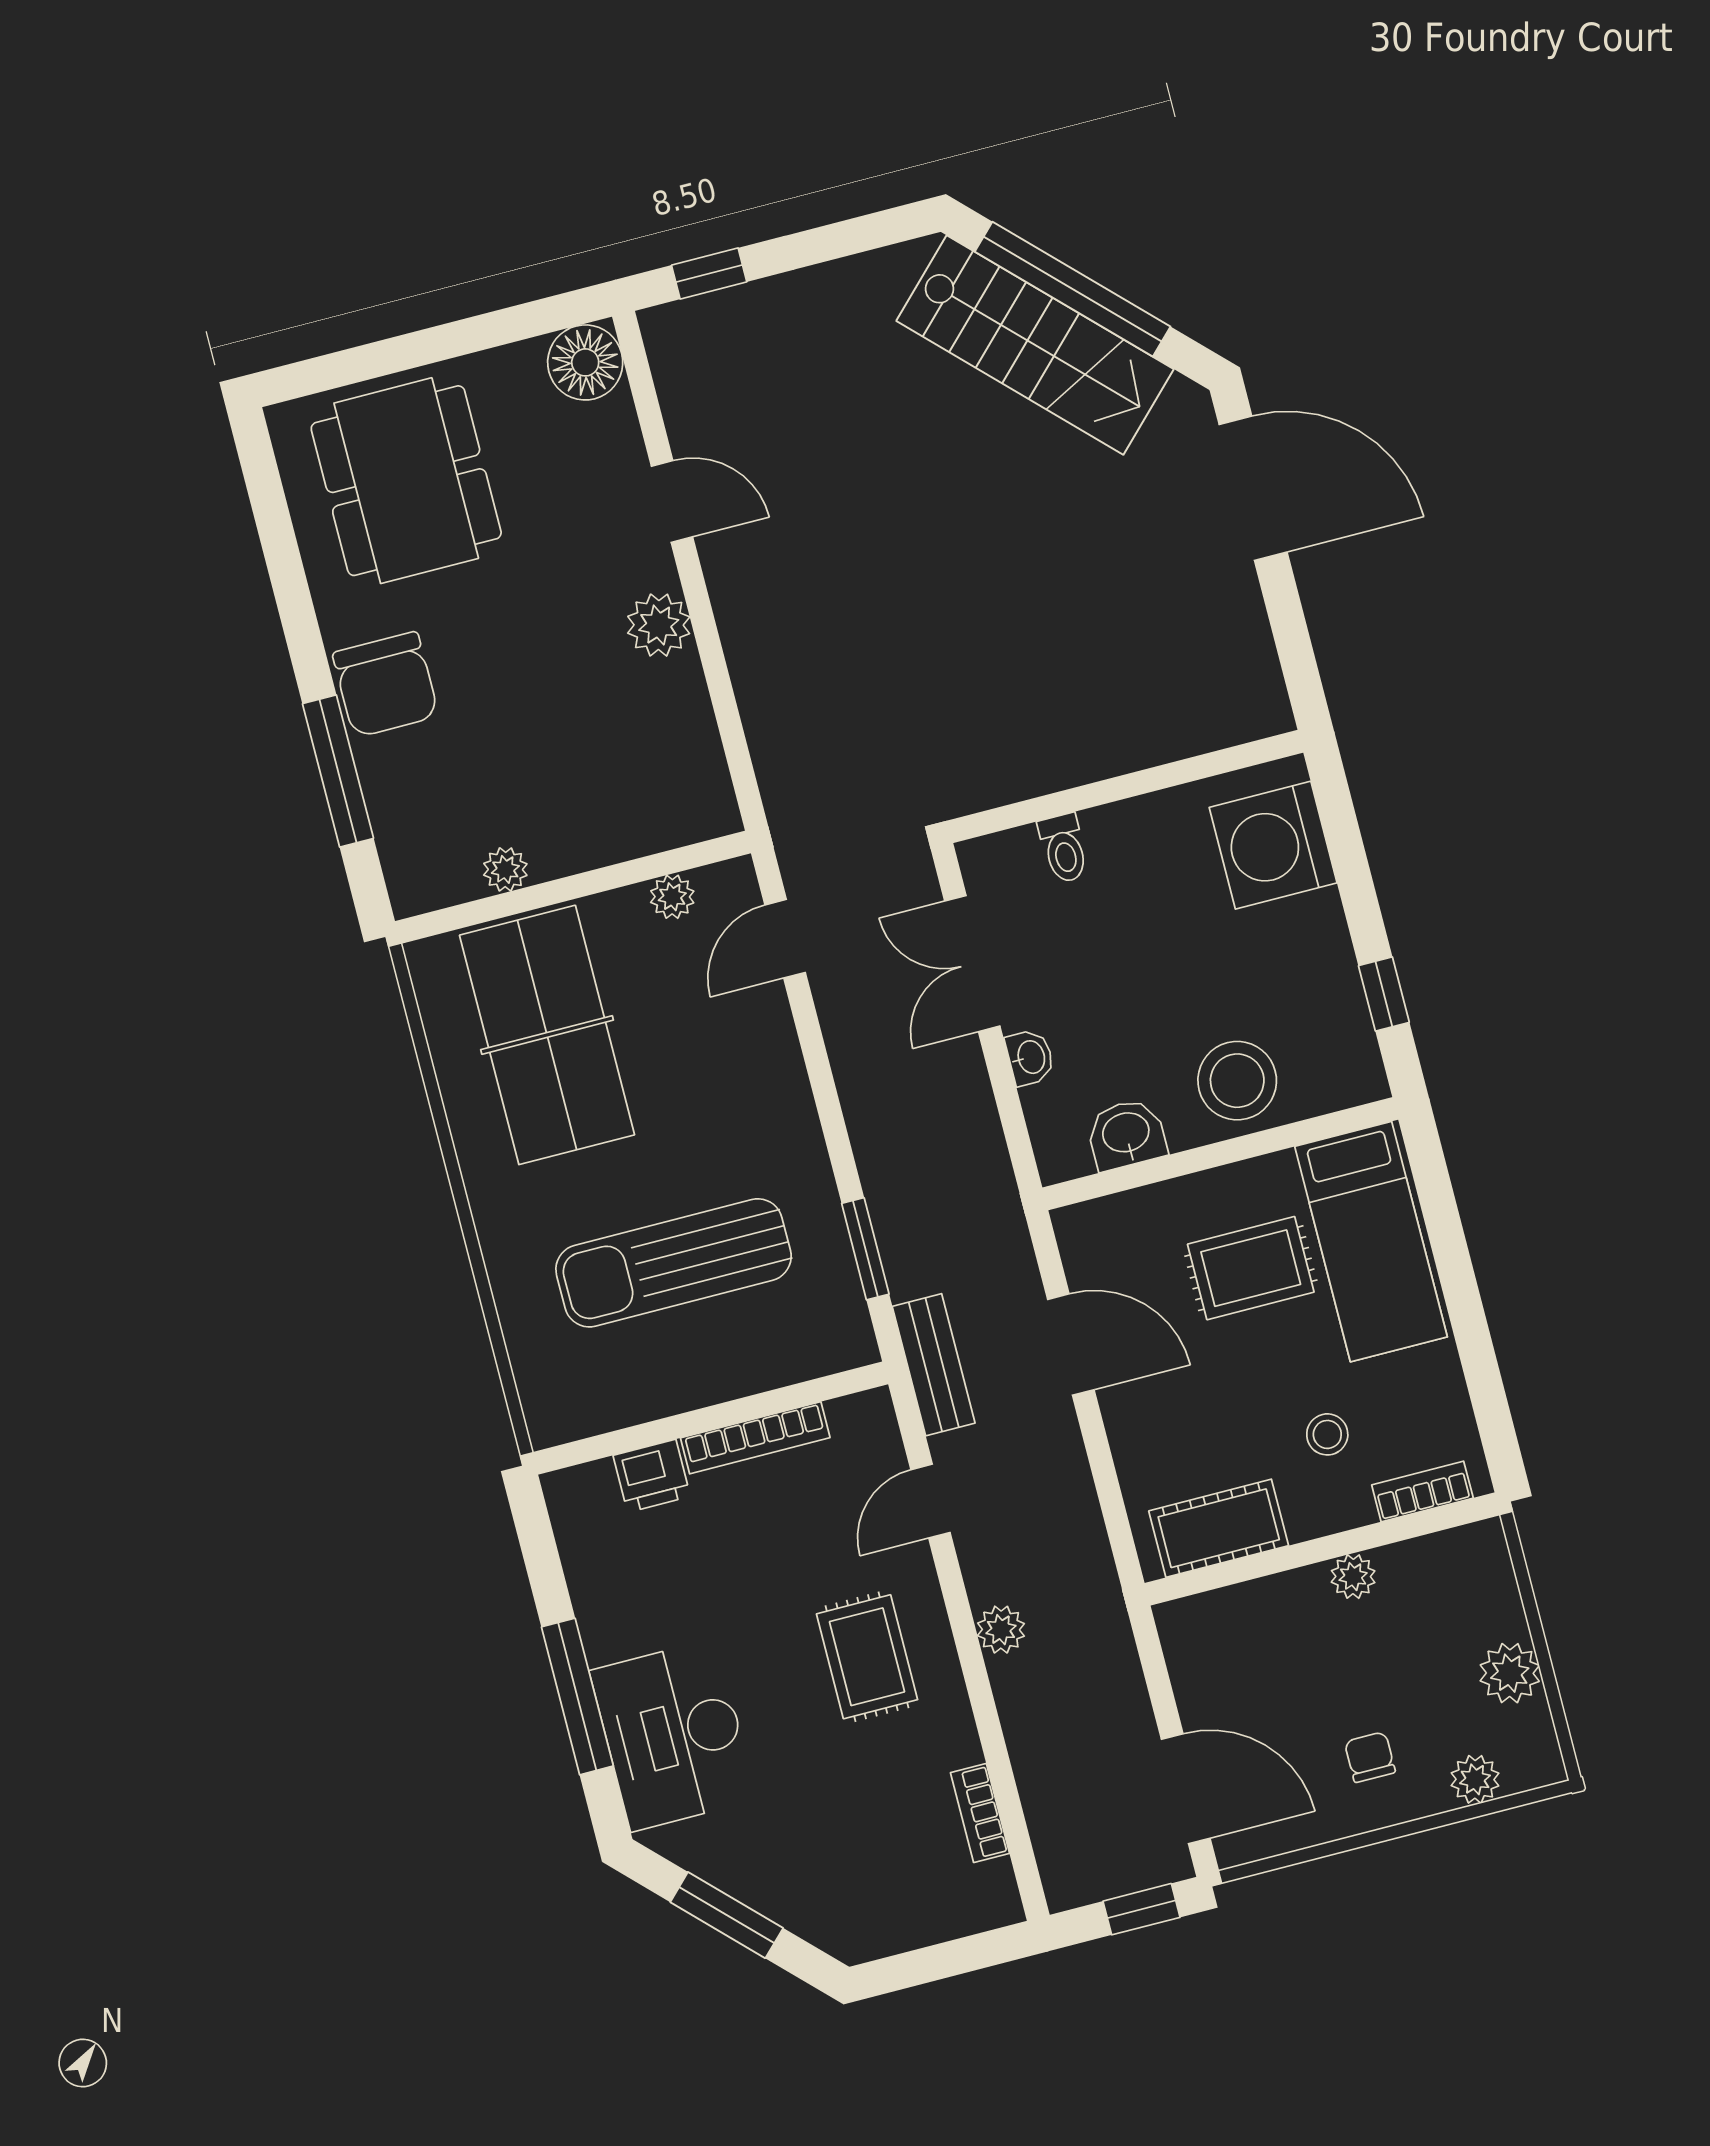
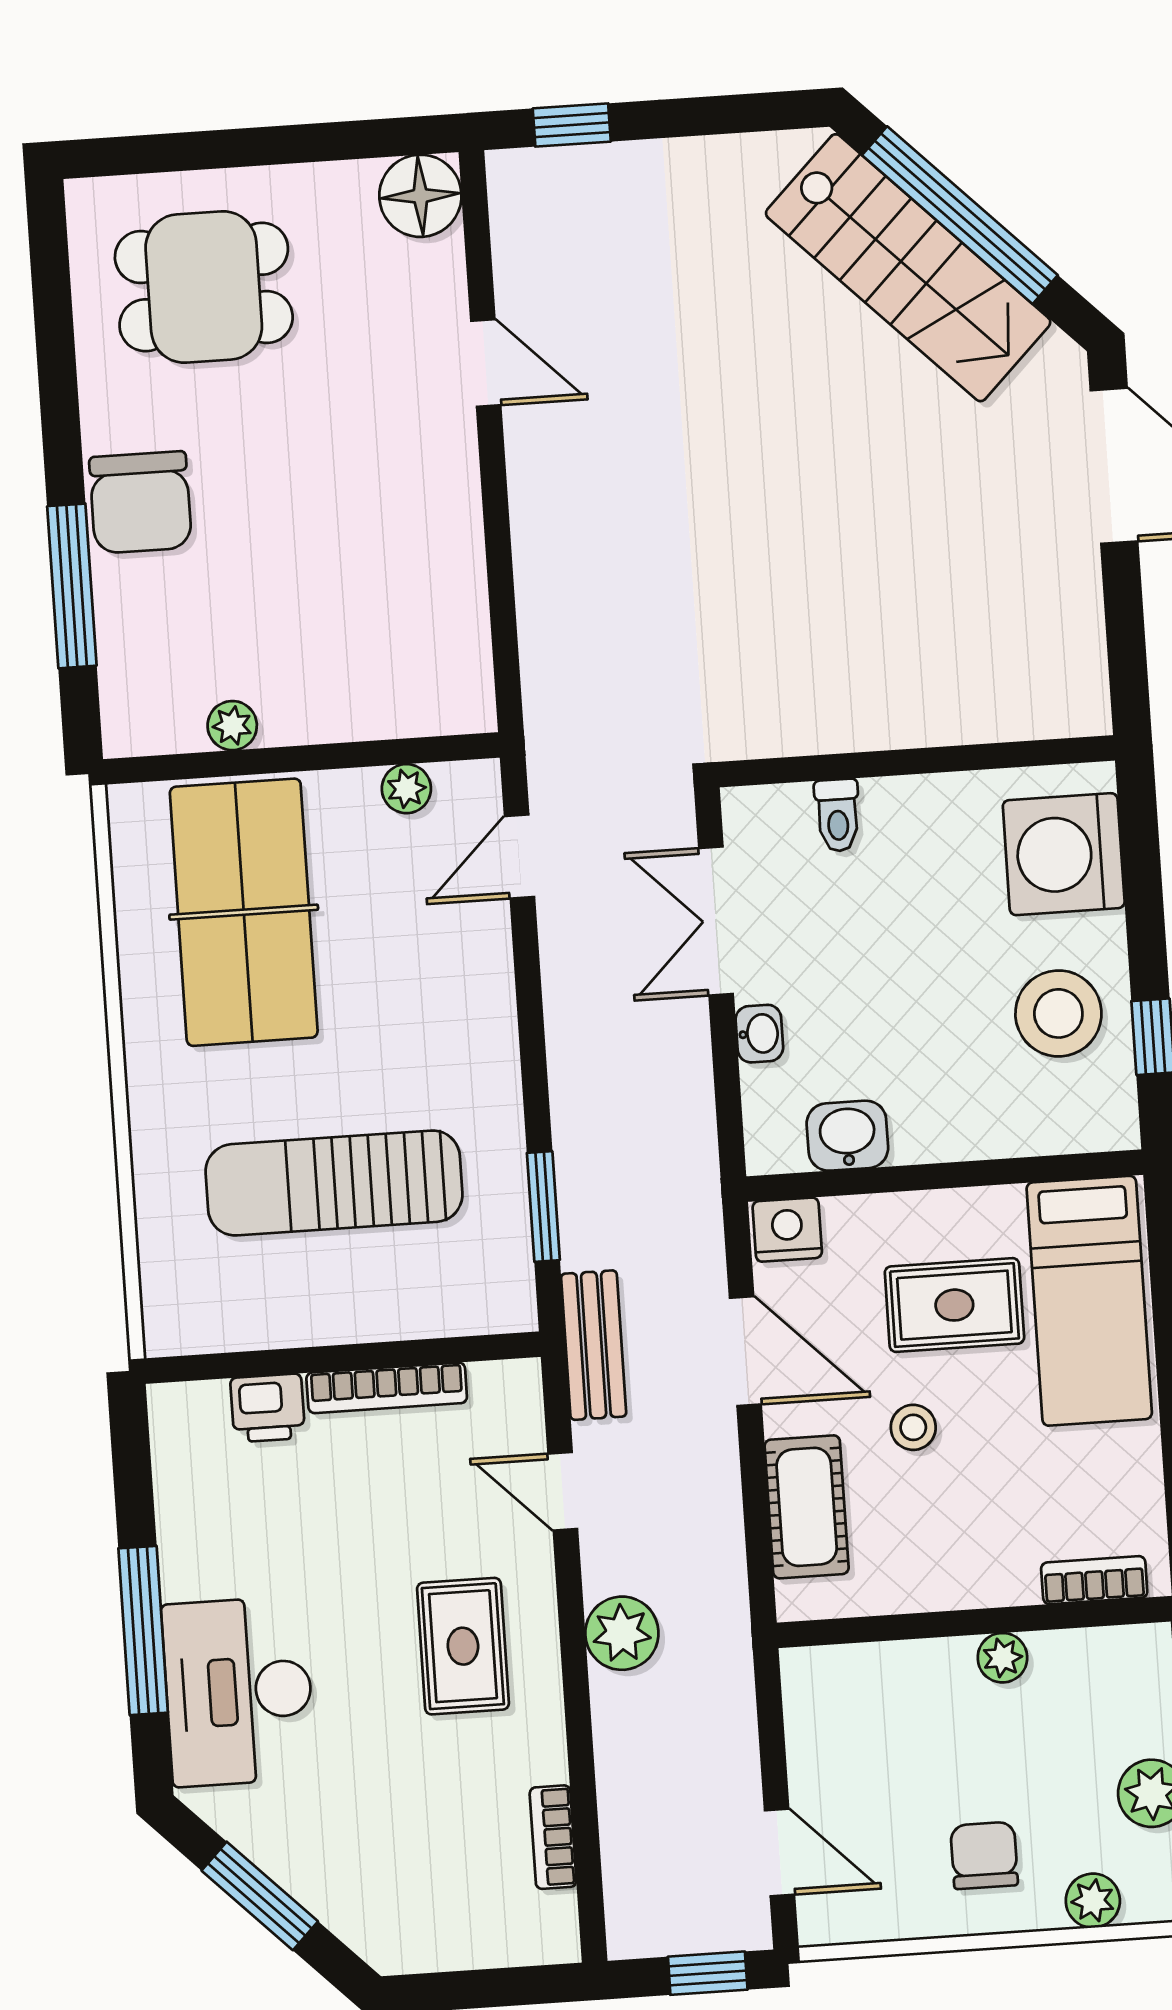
dining table: (406, 481) -> (204, 287), width x0.73
plant: (659, 625) -> (447, 493), removed
stool: (1237, 1081) -> (1058, 1013), moved
nightstand: (1088, 1229) -> (787, 1230), added
stool: (1327, 1434) -> (913, 1427), moved
door: (931, 1501) -> (563, 1491), hinge flipped
cot: (1219, 1528) -> (807, 1507), moved, turned 90
plant: (1001, 1630) -> (622, 1633), width x1.38, depth x1.38
chair: (1370, 1757) -> (984, 1855), width x1.37, depth x1.37
door: (1186, 1789) -> (779, 1853), width x0.73

